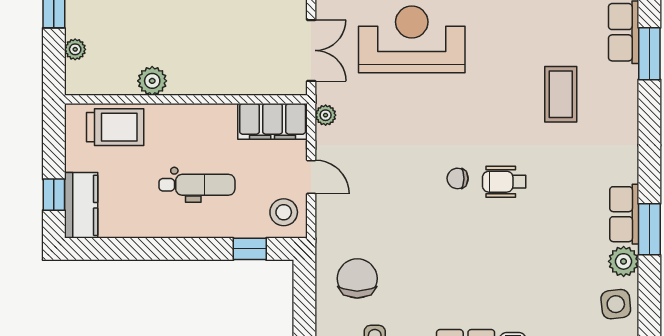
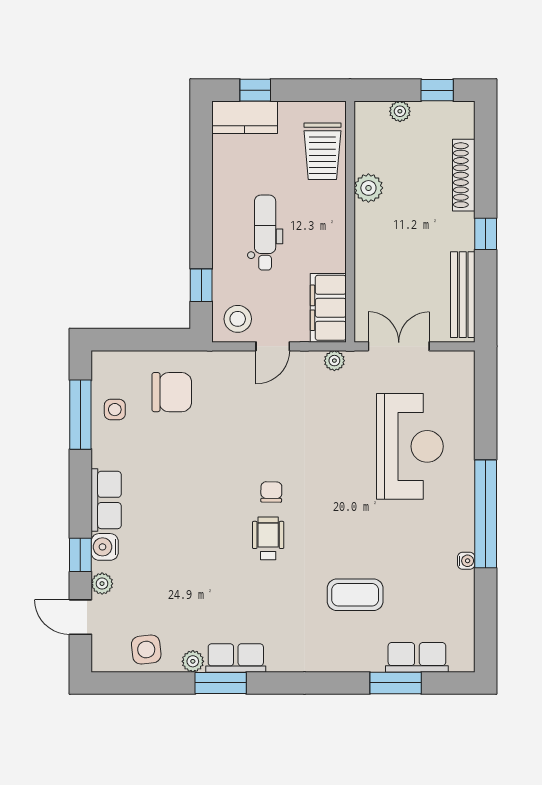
double door: (311, 50) -> (399, 346), swing flipped
dental chair: (197, 185) -> (265, 233), turned 180
plant: (624, 261) -> (193, 661), width x0.73, depth x0.73

